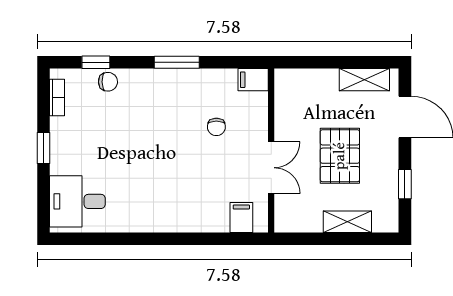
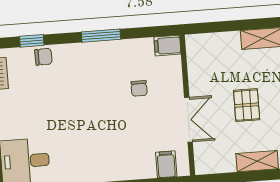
pallet: (340, 156) -> (247, 105), width x0.67, depth x0.71

